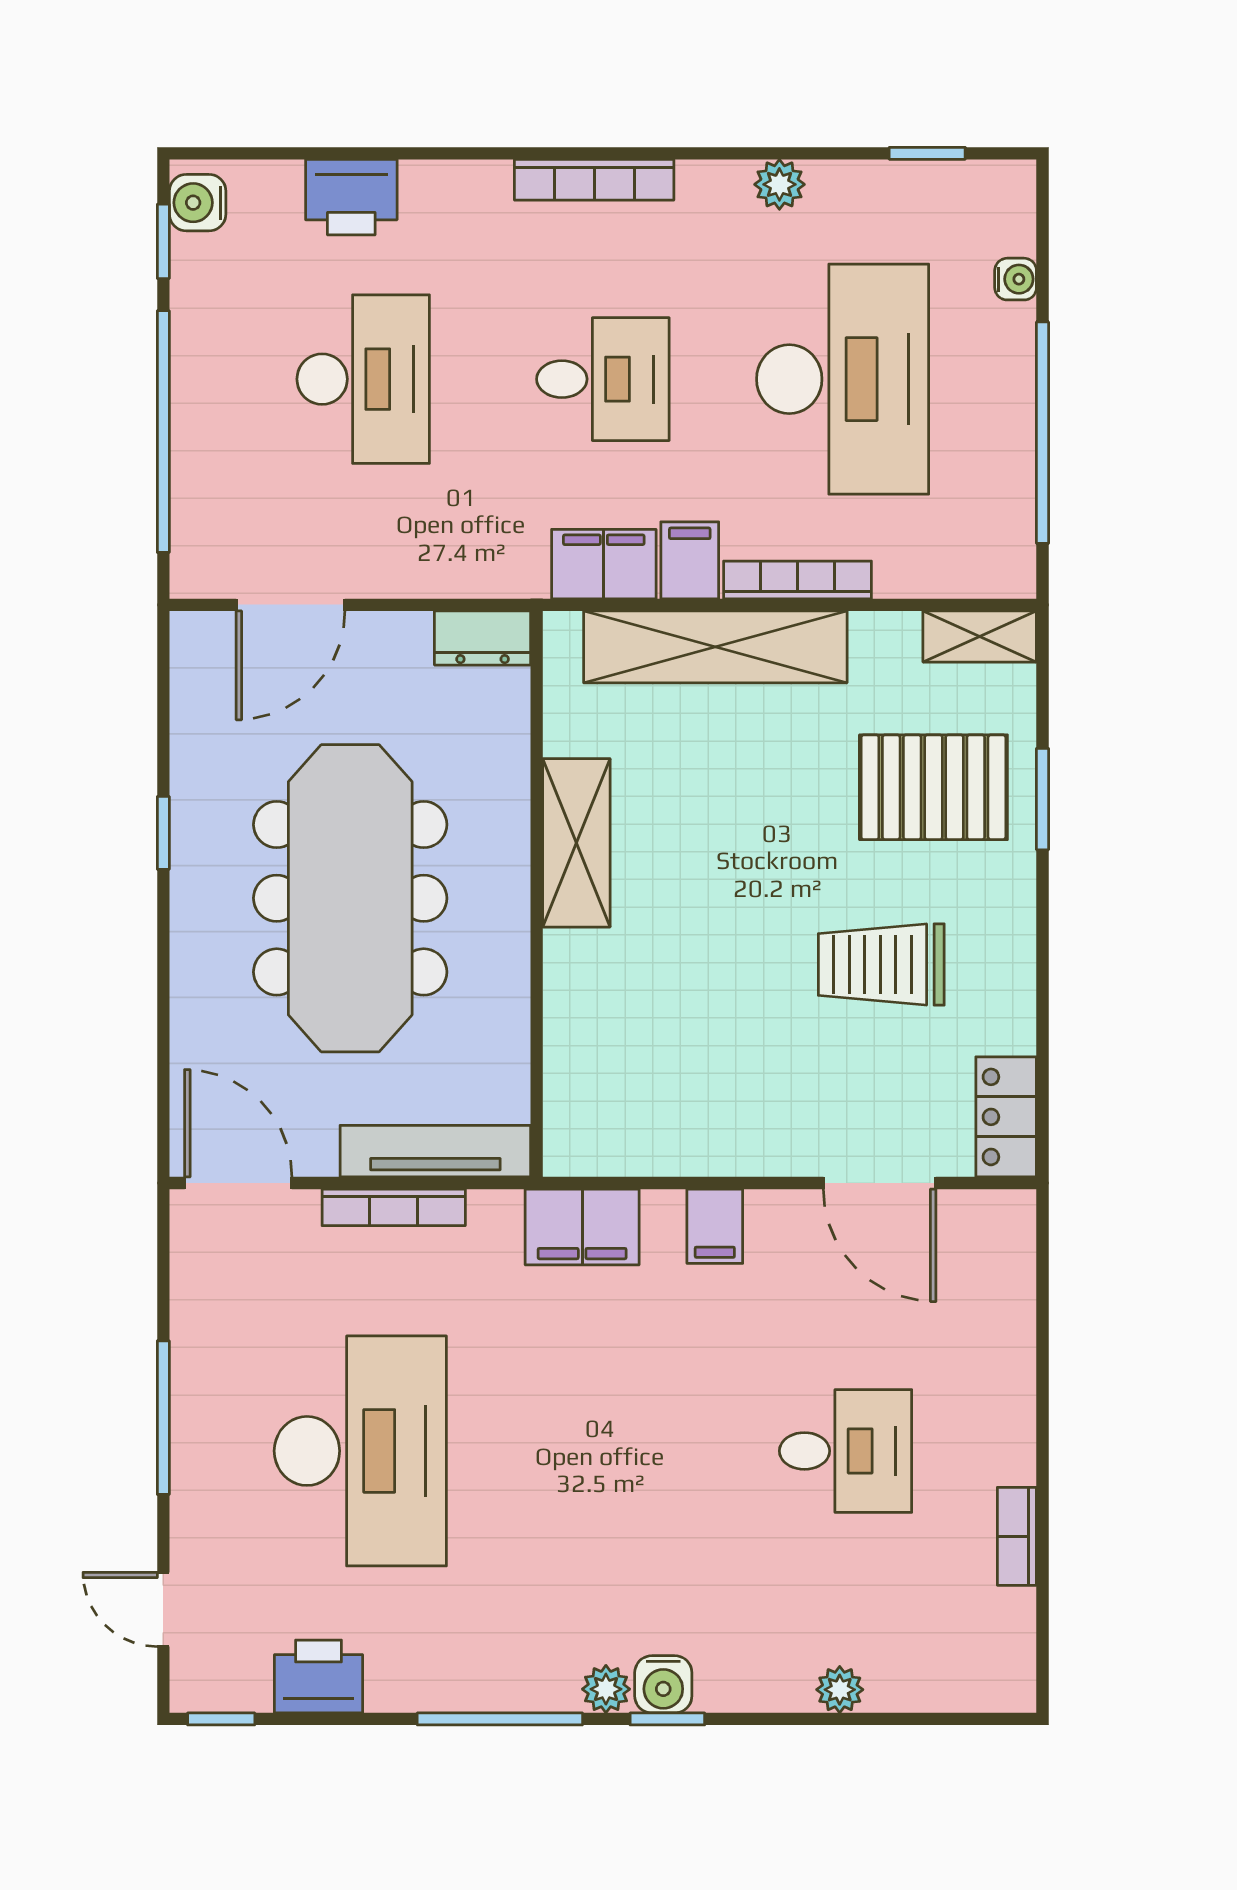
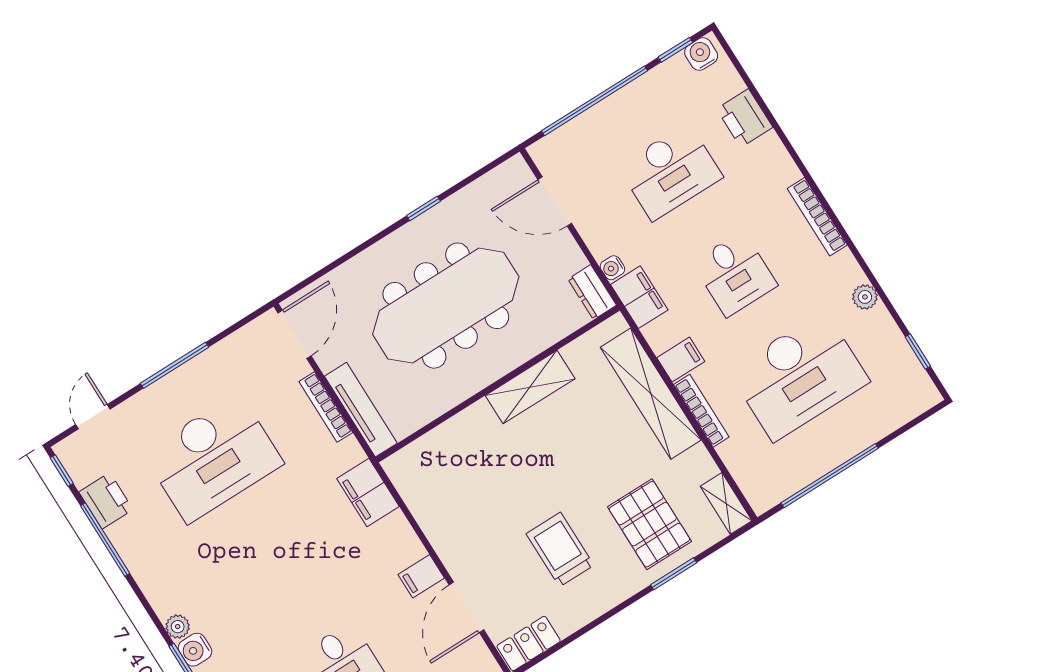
water cooler: (1016, 279) -> (612, 268), moved, turned 90
filing cabinet: (604, 564) -> (639, 297), moved
filing cabinet: (715, 1226) -> (421, 576), moved
window: (500, 1719) -> (105, 539), moved

